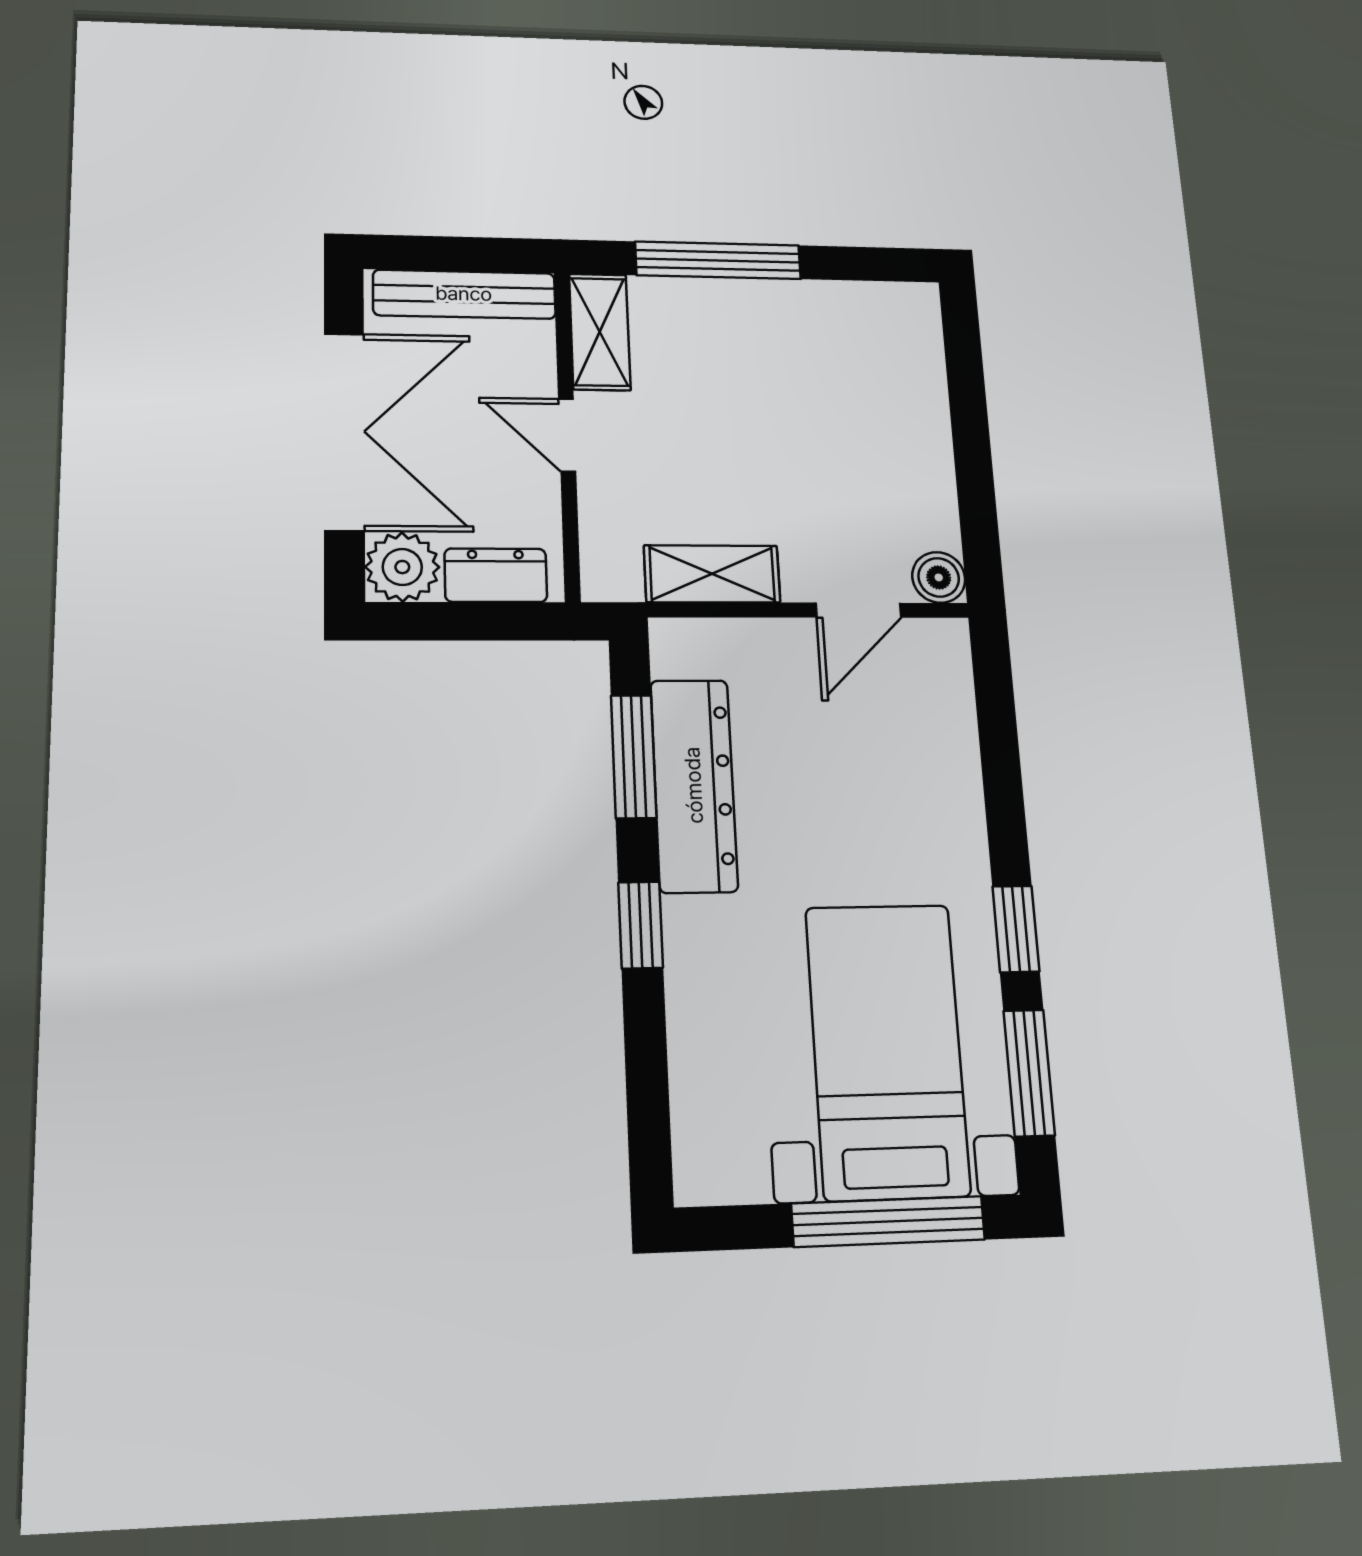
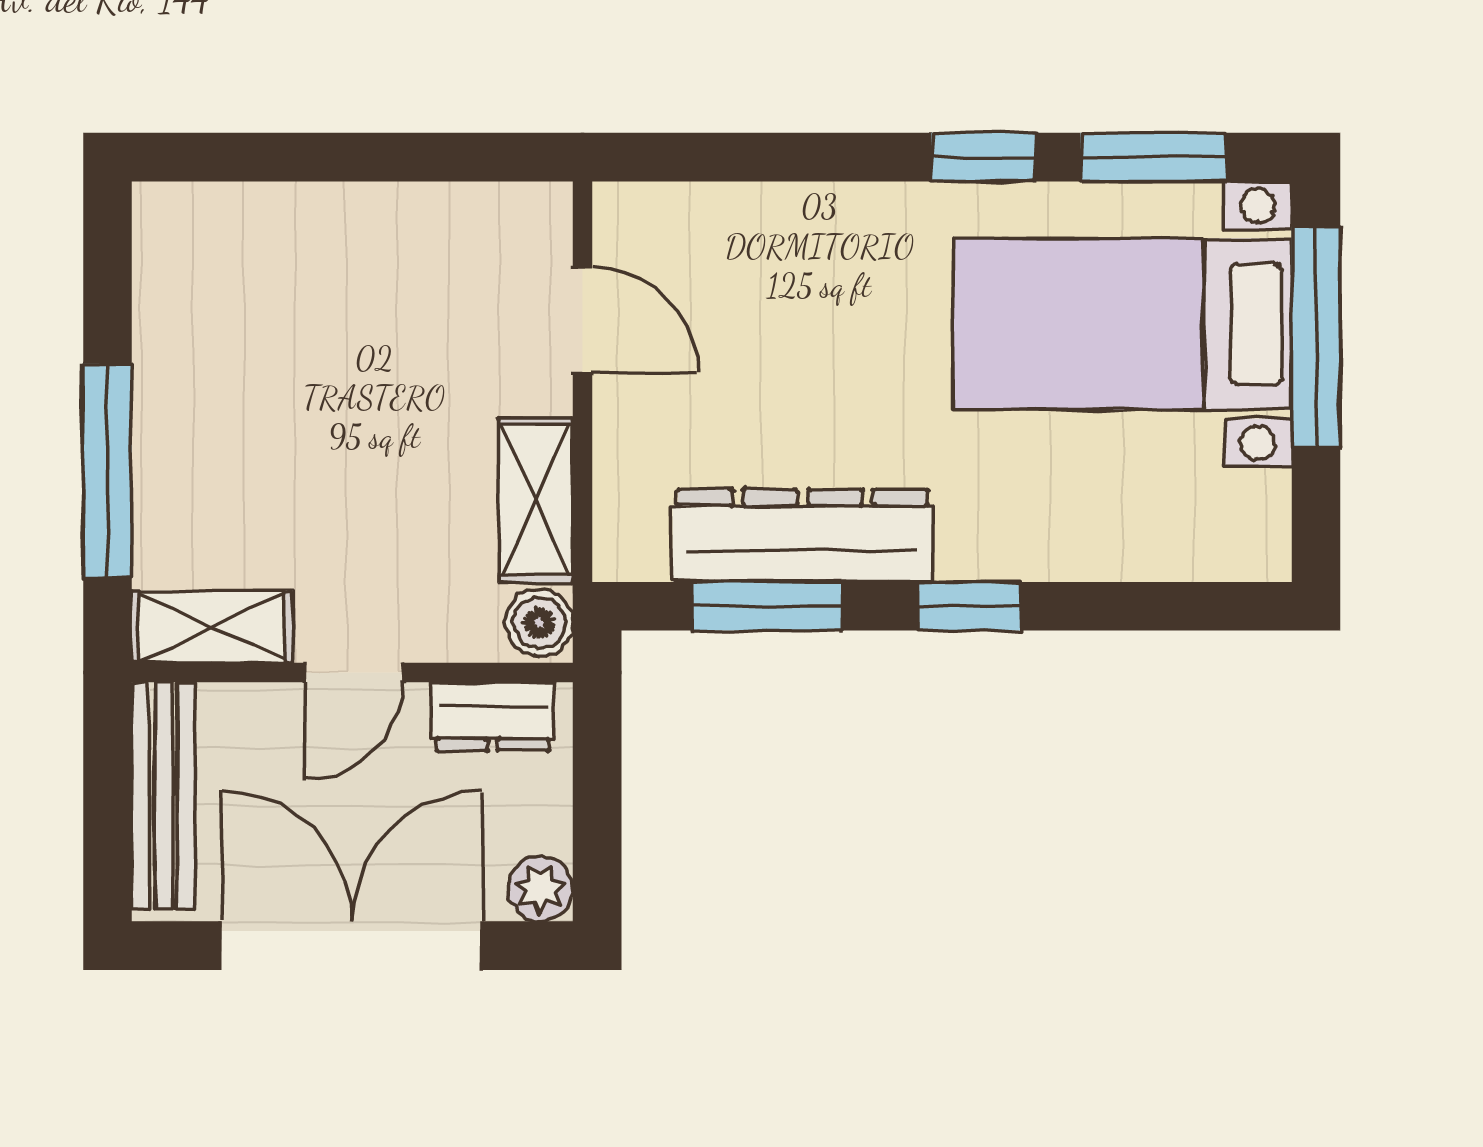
plant: (402, 567) -> (540, 889), width x0.73, depth x0.73
dresser: (496, 575) -> (492, 717), moved, turned -90
boiler: (939, 577) -> (539, 623), moved

